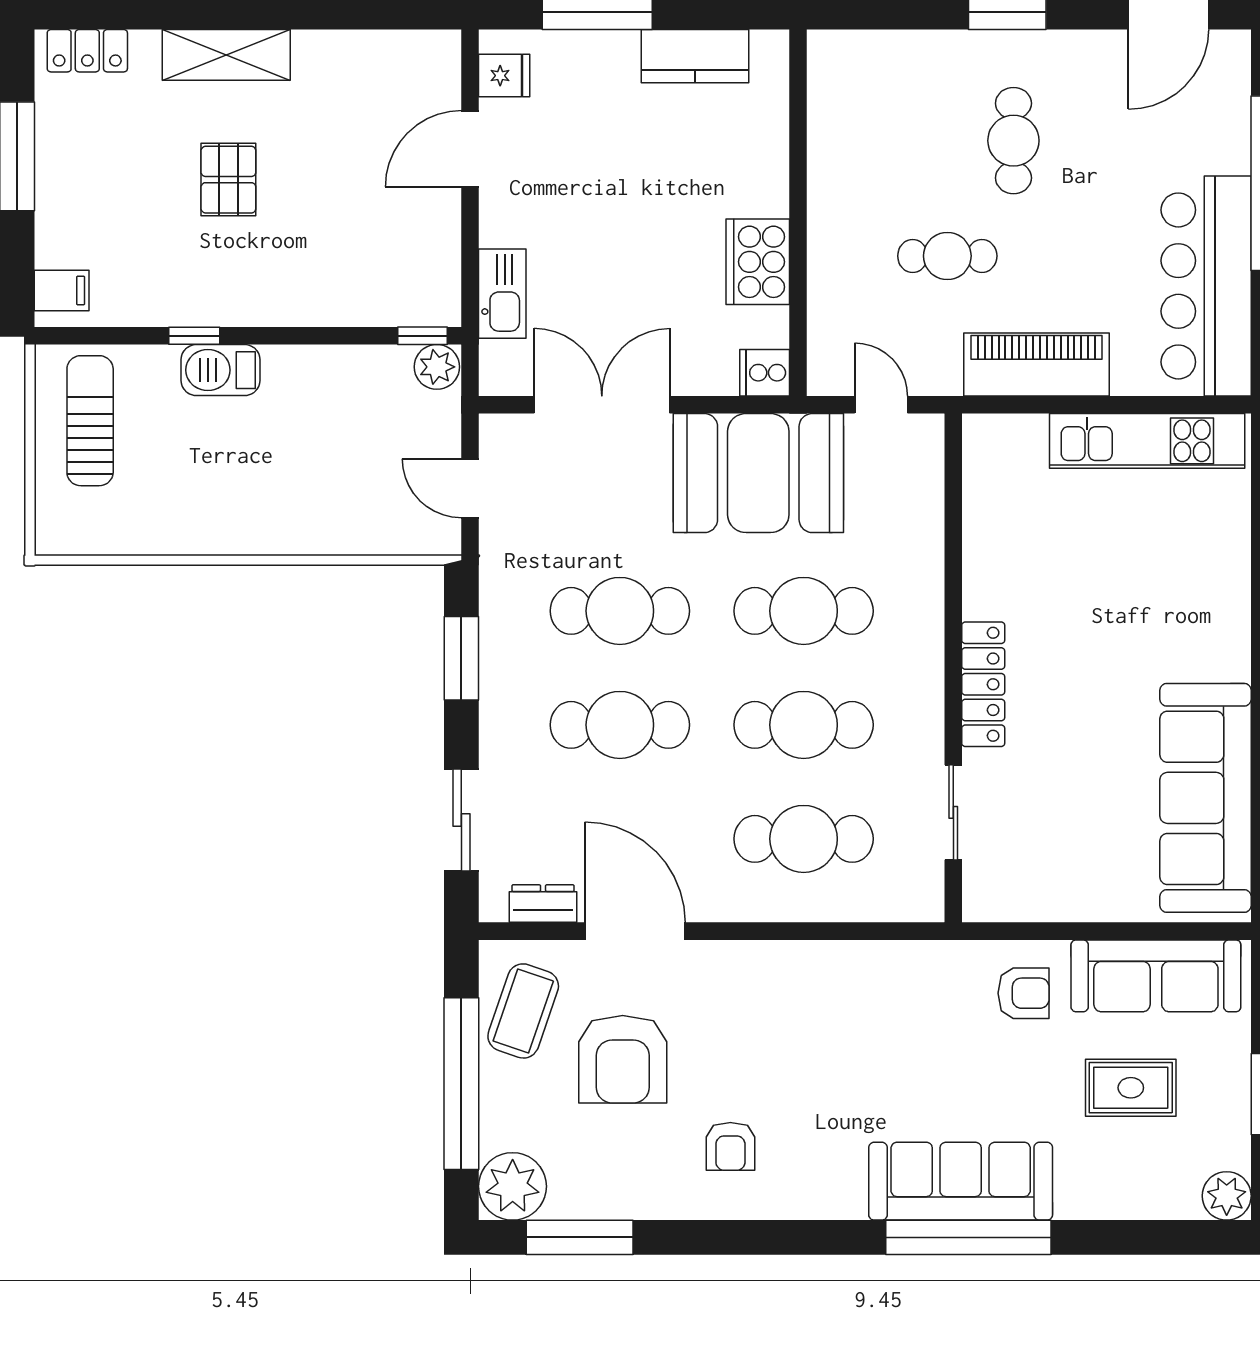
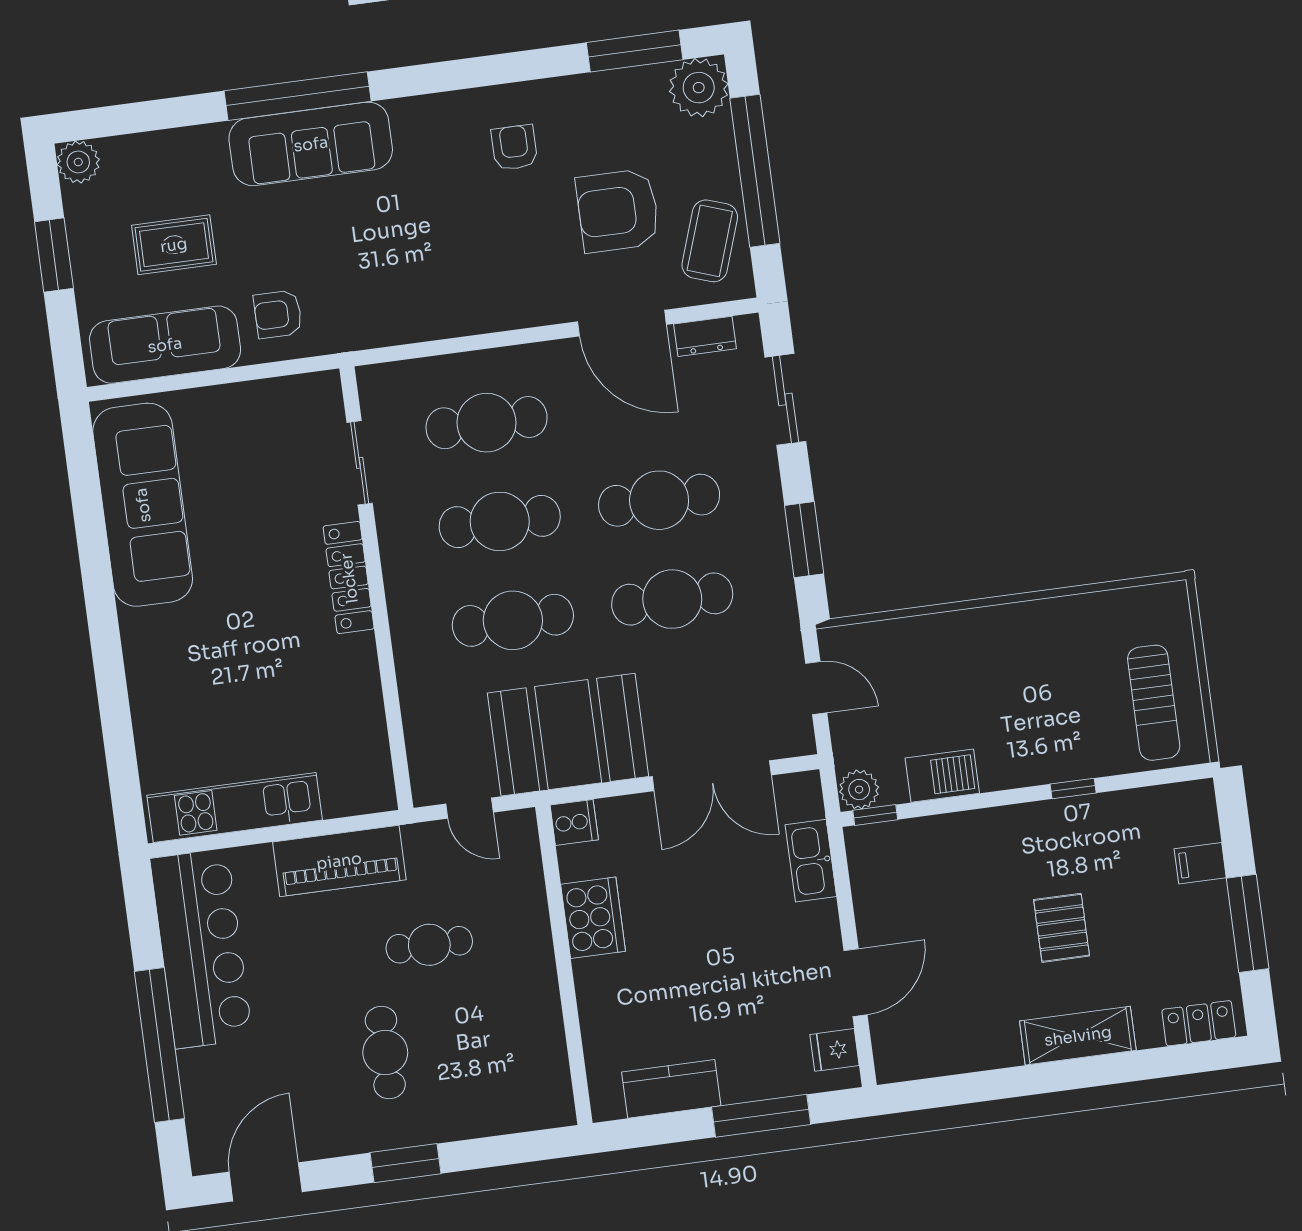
filing cabinet: (62, 291) -> (1200, 863), moved
barbecue: (221, 370) -> (942, 776), moved
armchair: (623, 1059) -> (618, 211), turned -90

